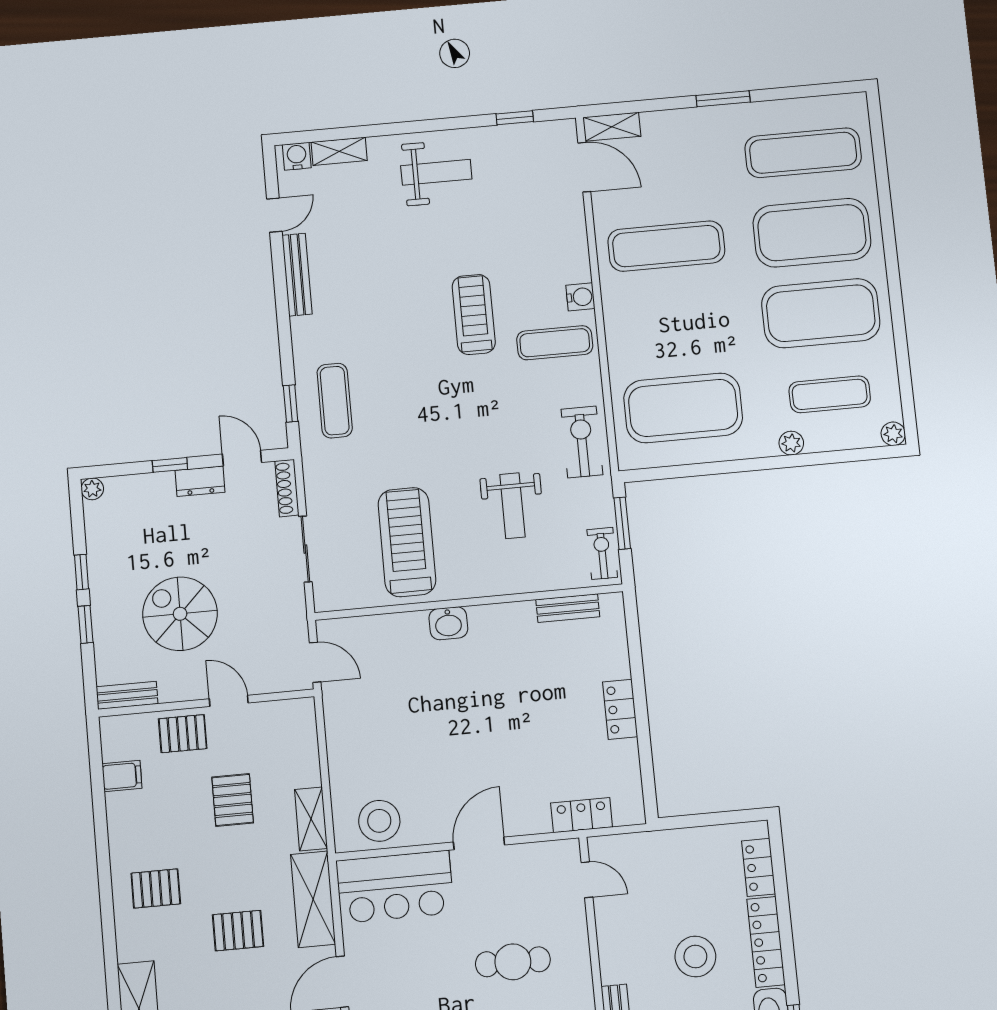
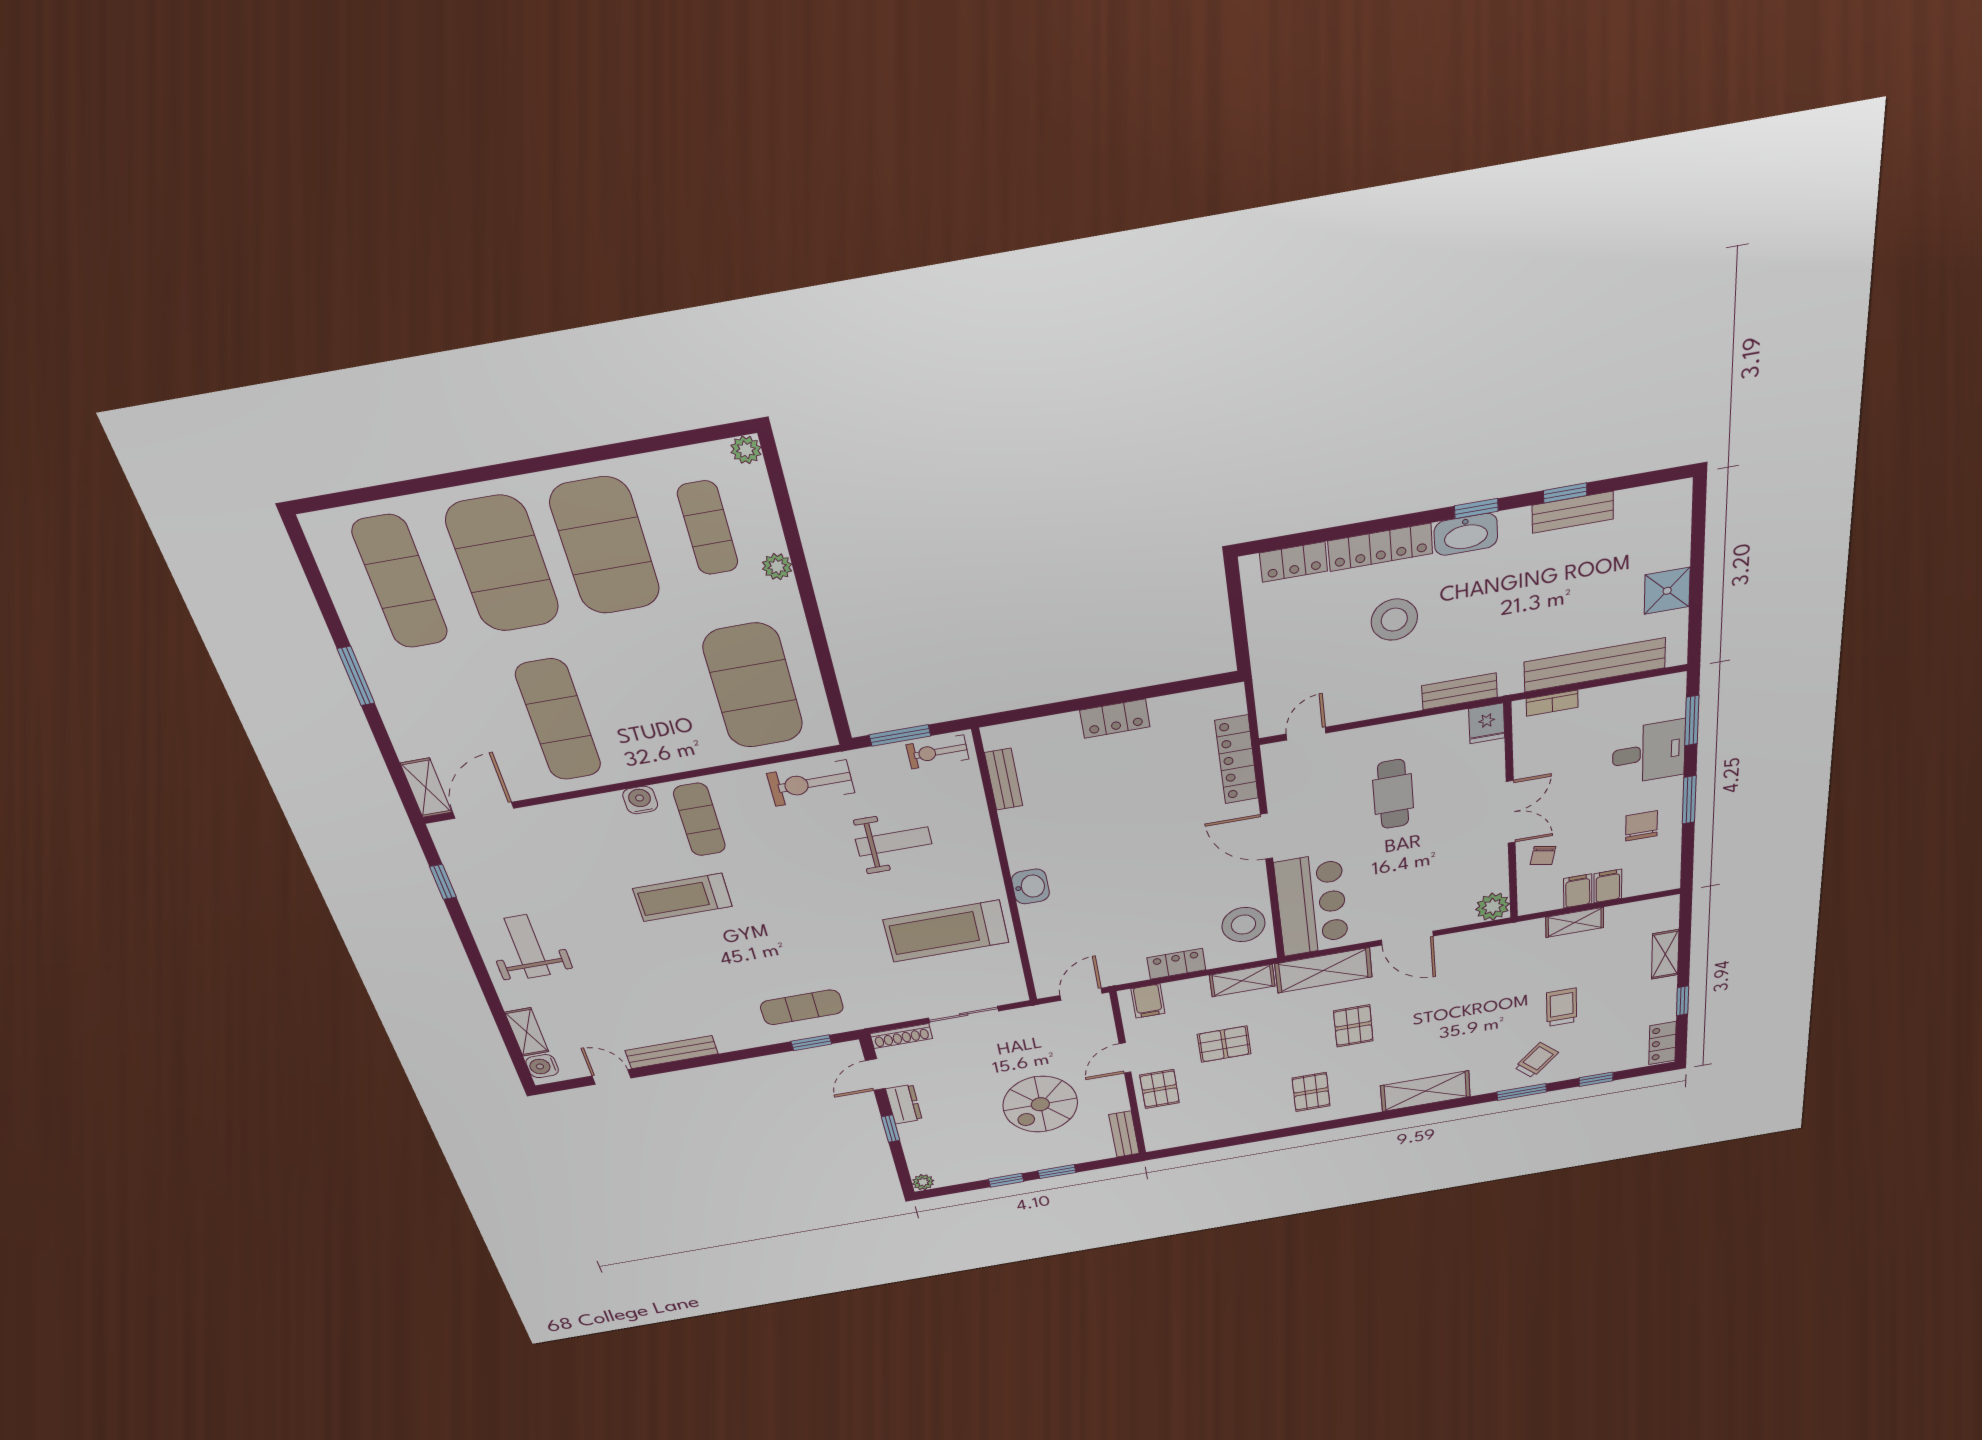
locker: (340, 755) -> (1176, 964), added
filing cabinet: (122, 776) -> (1148, 1001), moved, turned 180
locker: (582, 815) -> (1237, 760), width x1.53

